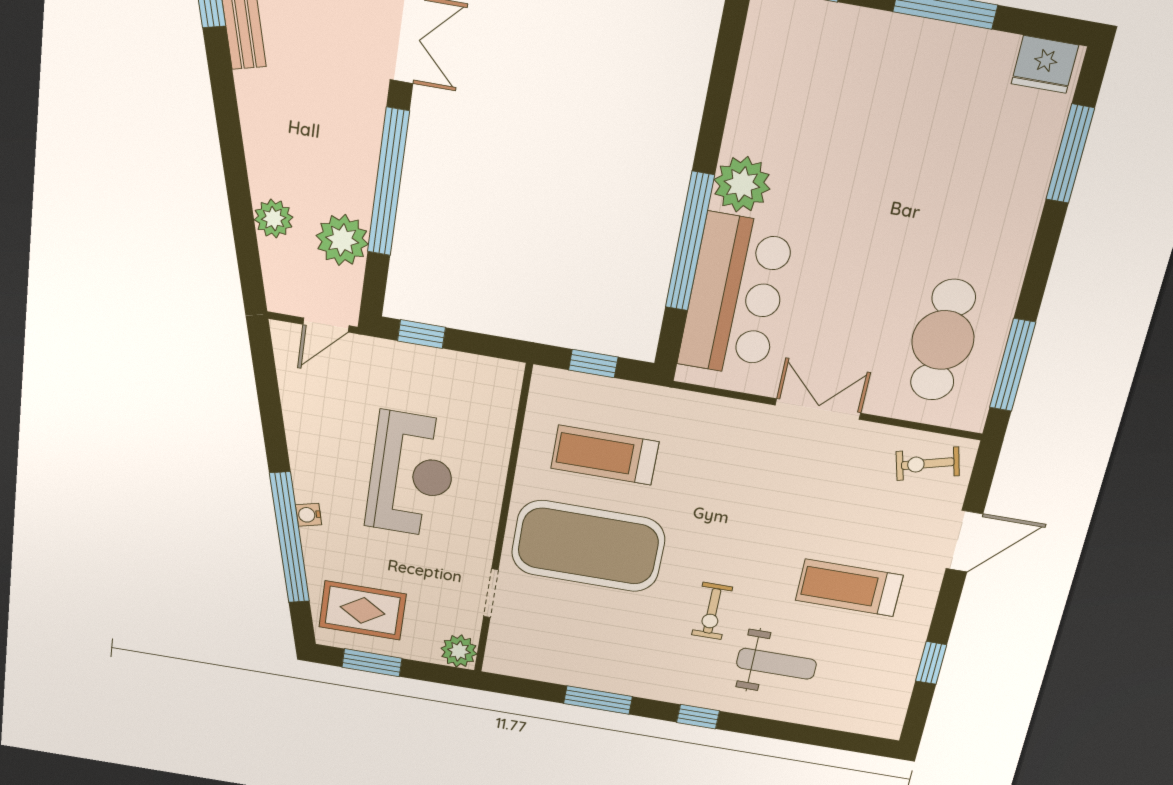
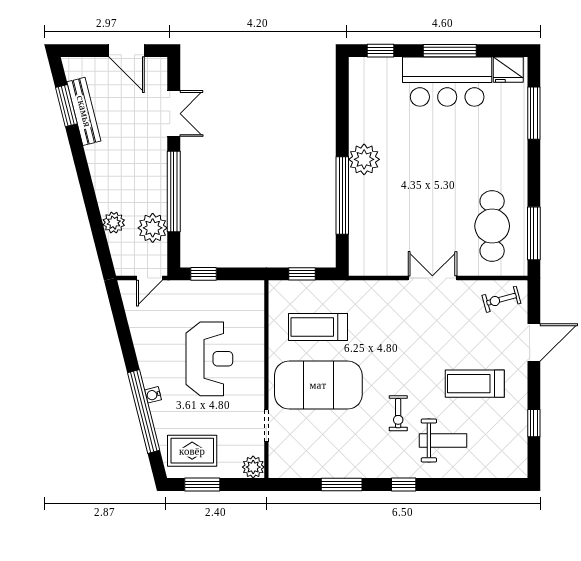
bar counter: (736, 296) -> (447, 82), moved, turned 90

